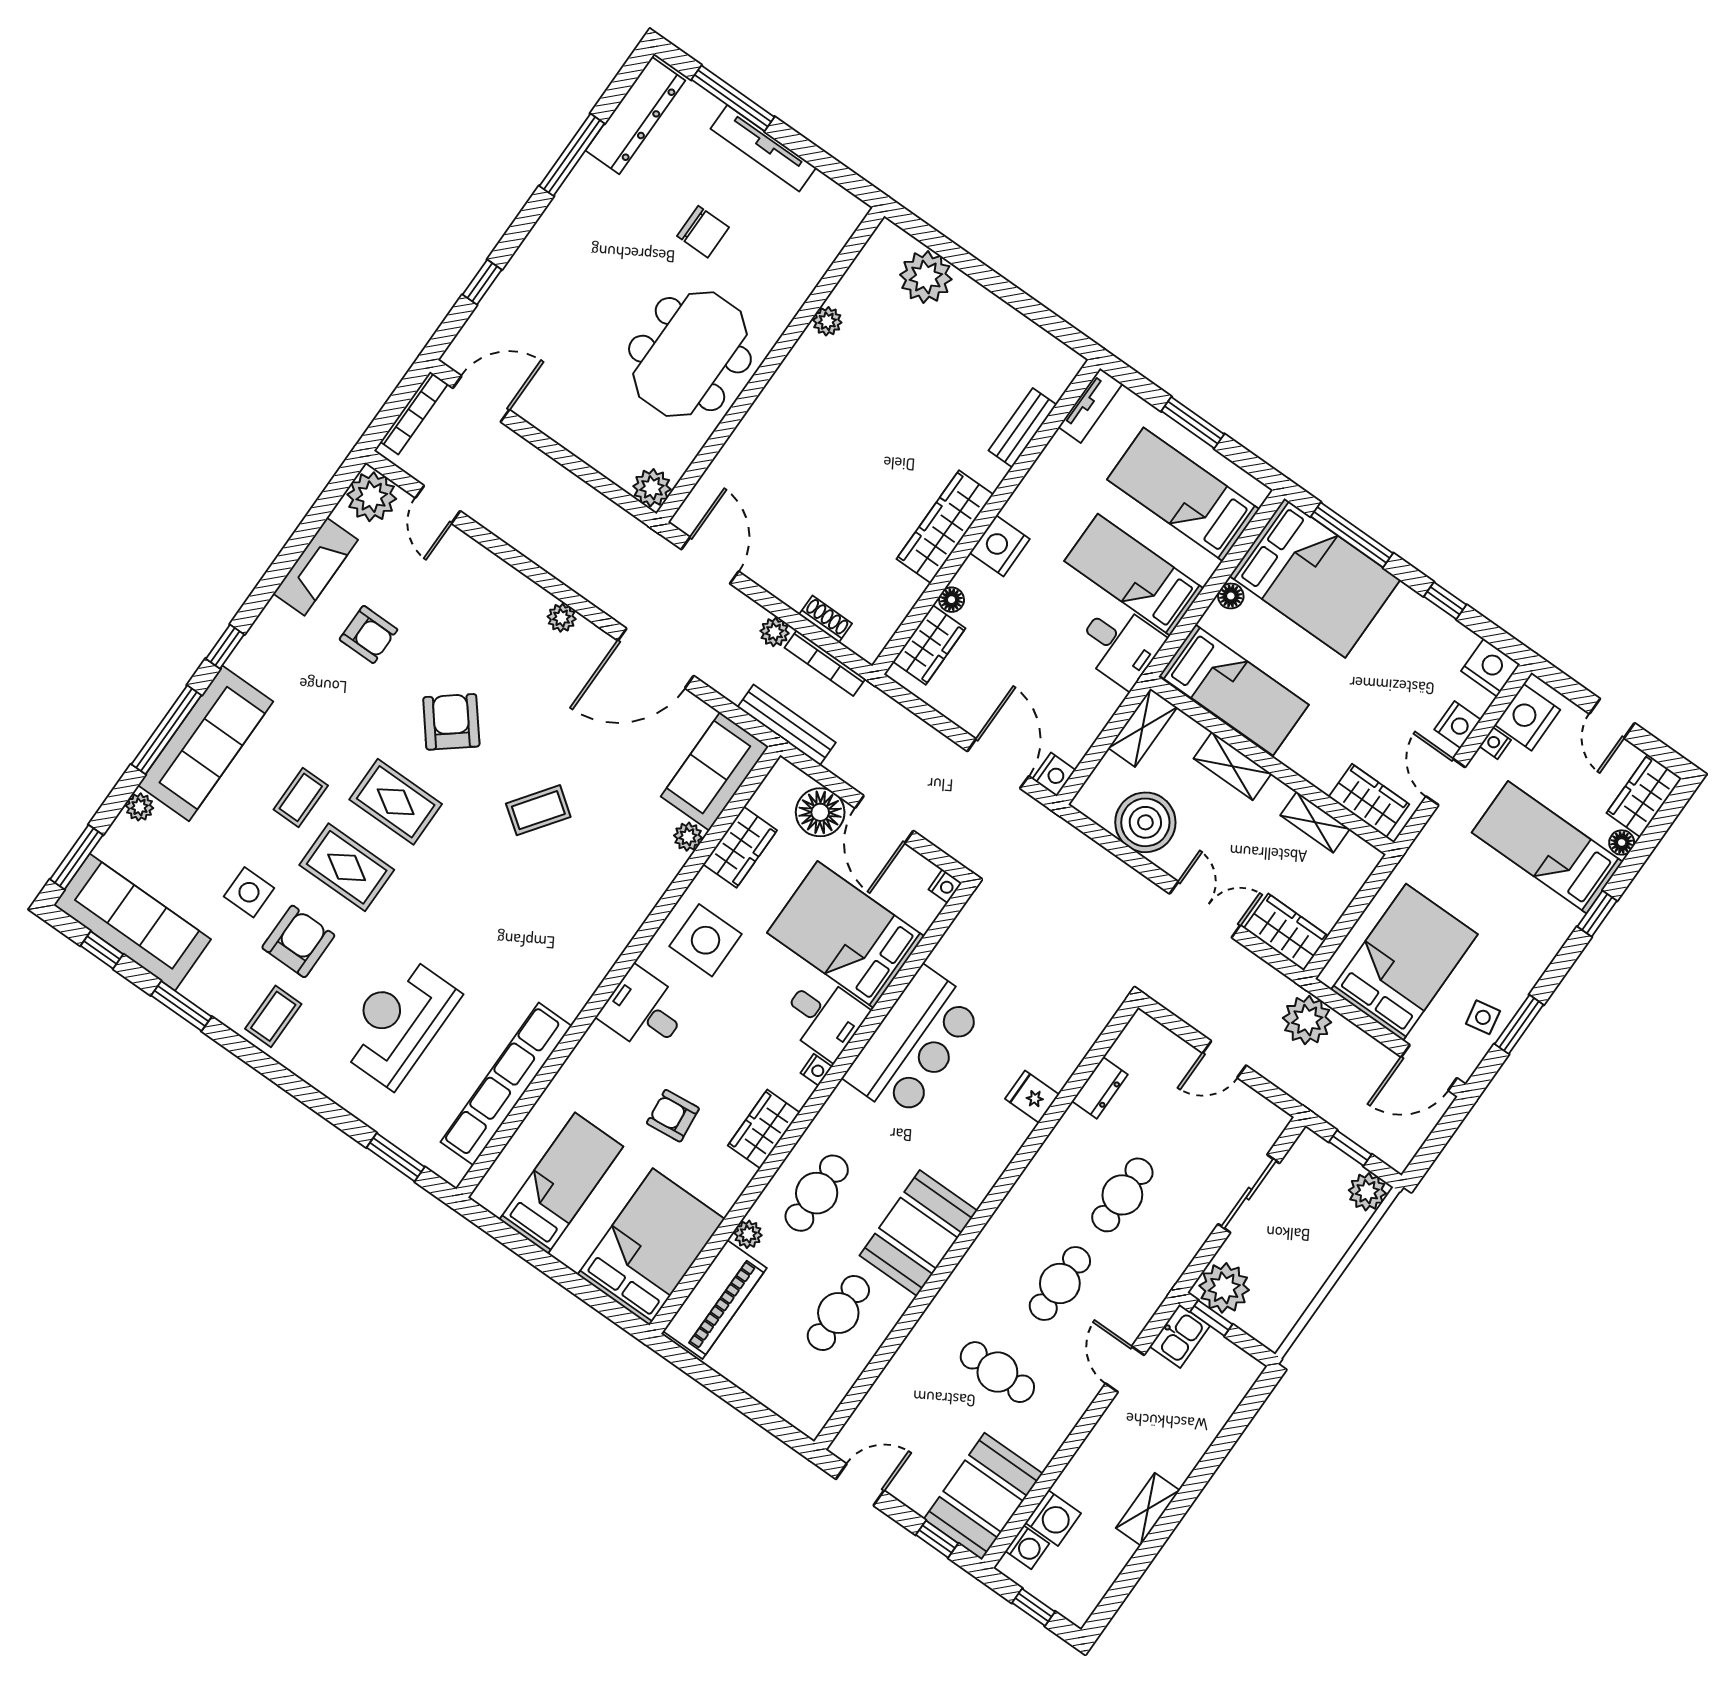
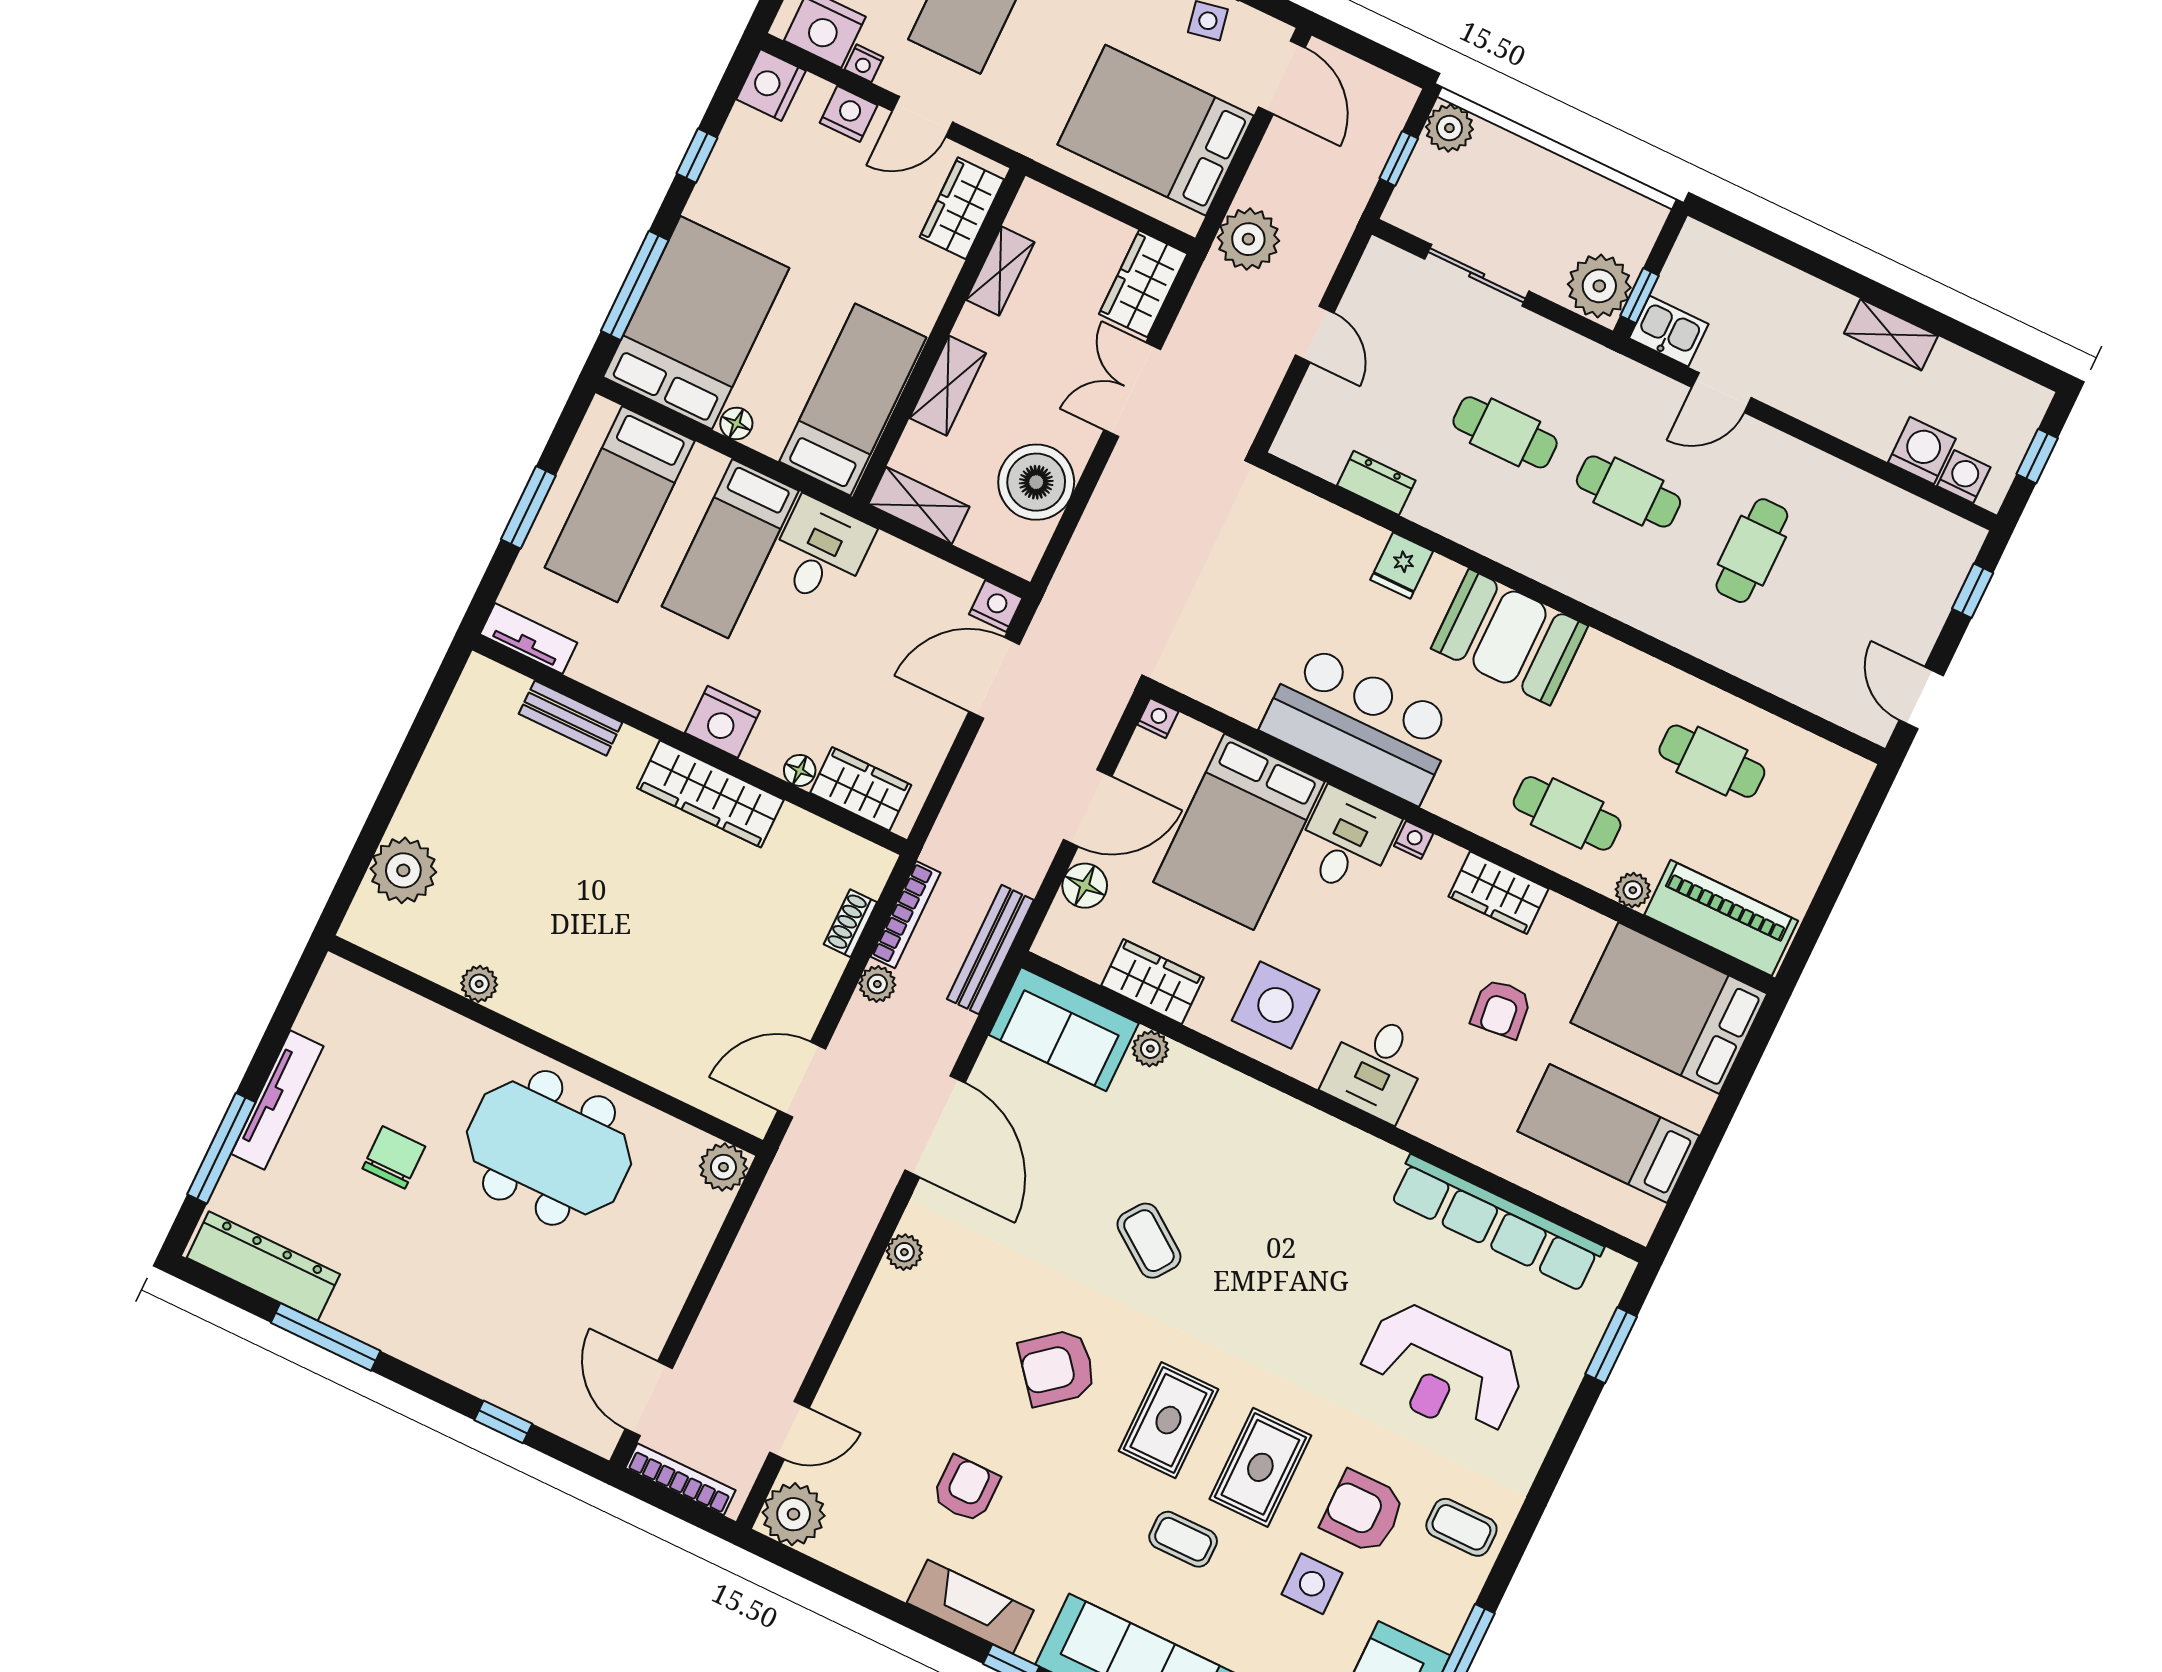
fireplace: (316, 567) -> (970, 1607), moved
floor lamp: (820, 812) -> (1085, 886), width x0.73, depth x0.73
booth: (918, 1233) -> (1510, 637), moved
booth: (983, 1496) -> (1910, 542), removed

